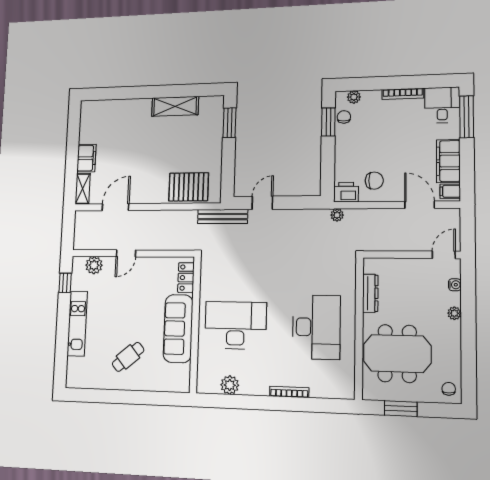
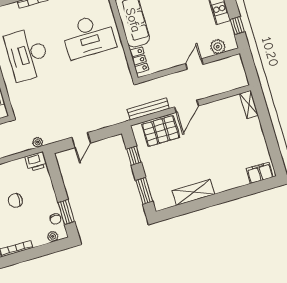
filing cabinet: (86, 158) -> (260, 173), moved, turned 90
window: (228, 167) -> (134, 156), added
chair: (374, 181) -> (15, 201), moved
door: (262, 203) -> (81, 140), moved
door: (115, 207) -> (187, 106), moved
bench: (223, 217) -> (148, 109), moved

